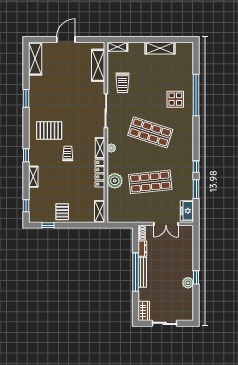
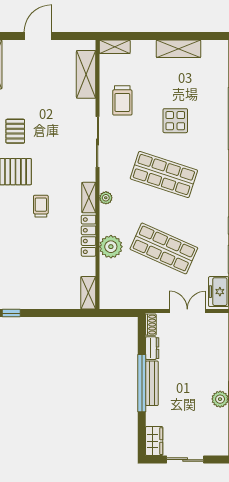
display table: (175, 99) -> (175, 121), moved
shop shelf: (150, 182) -> (164, 248), turned 30
pallet: (62, 212) -> (15, 131), moved
double door: (166, 224) -> (187, 311), swing flipped

